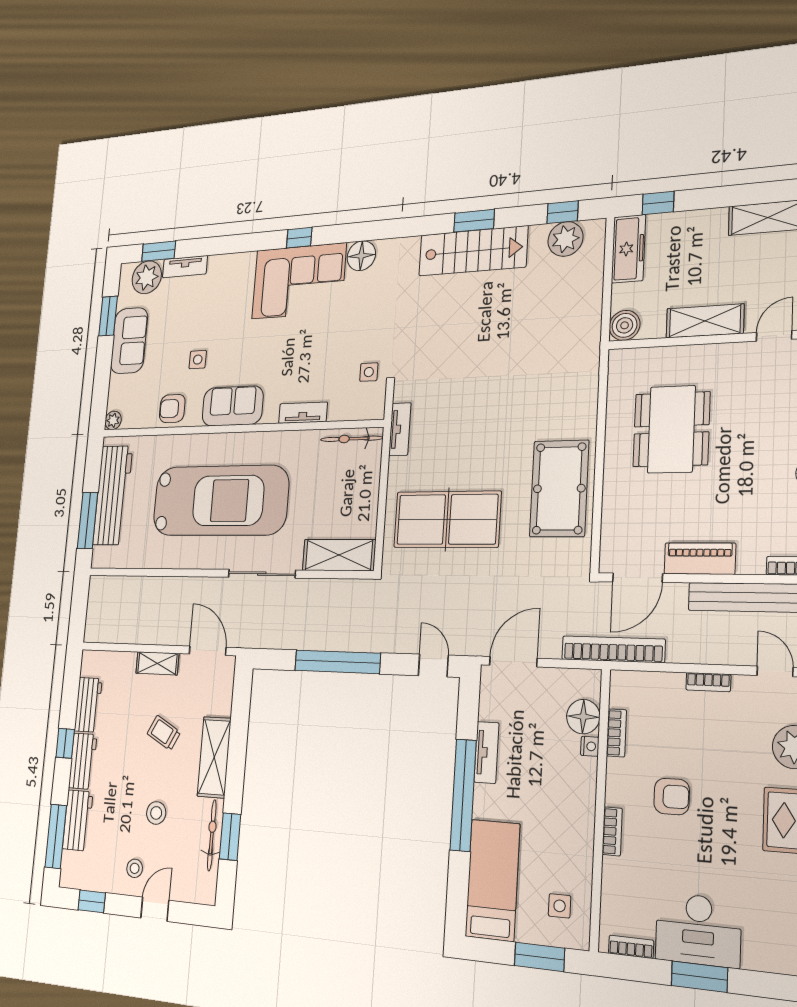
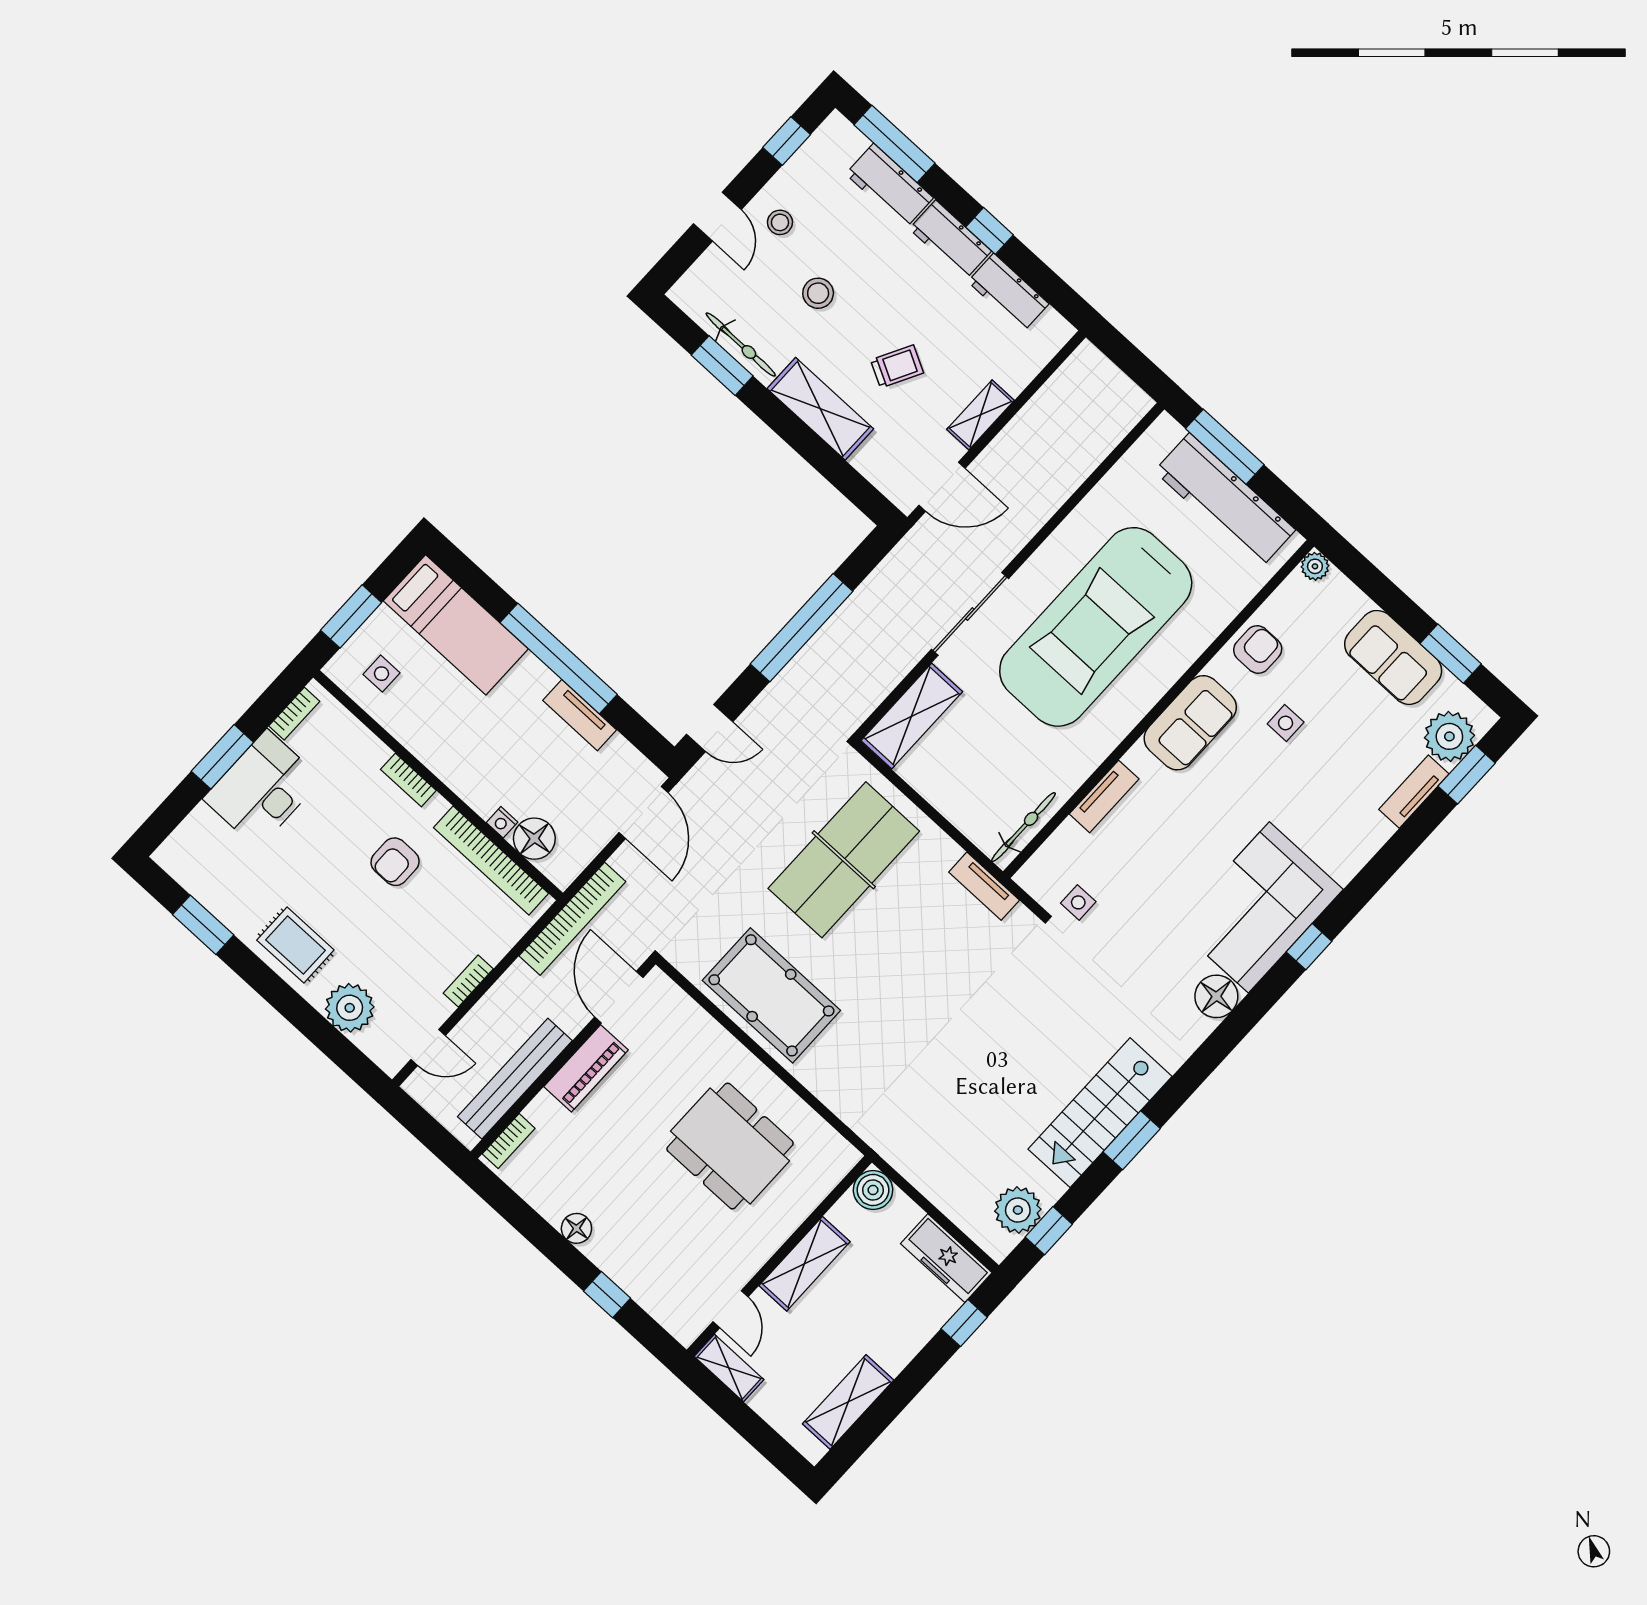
bookcase: (616, 733) -> (491, 860), width x2.31, depth x1.31

